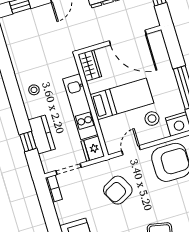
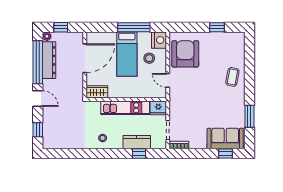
bed: (122, 99) -> (127, 54), moved, turned 180
armchair: (118, 190) -> (194, 99), removed

